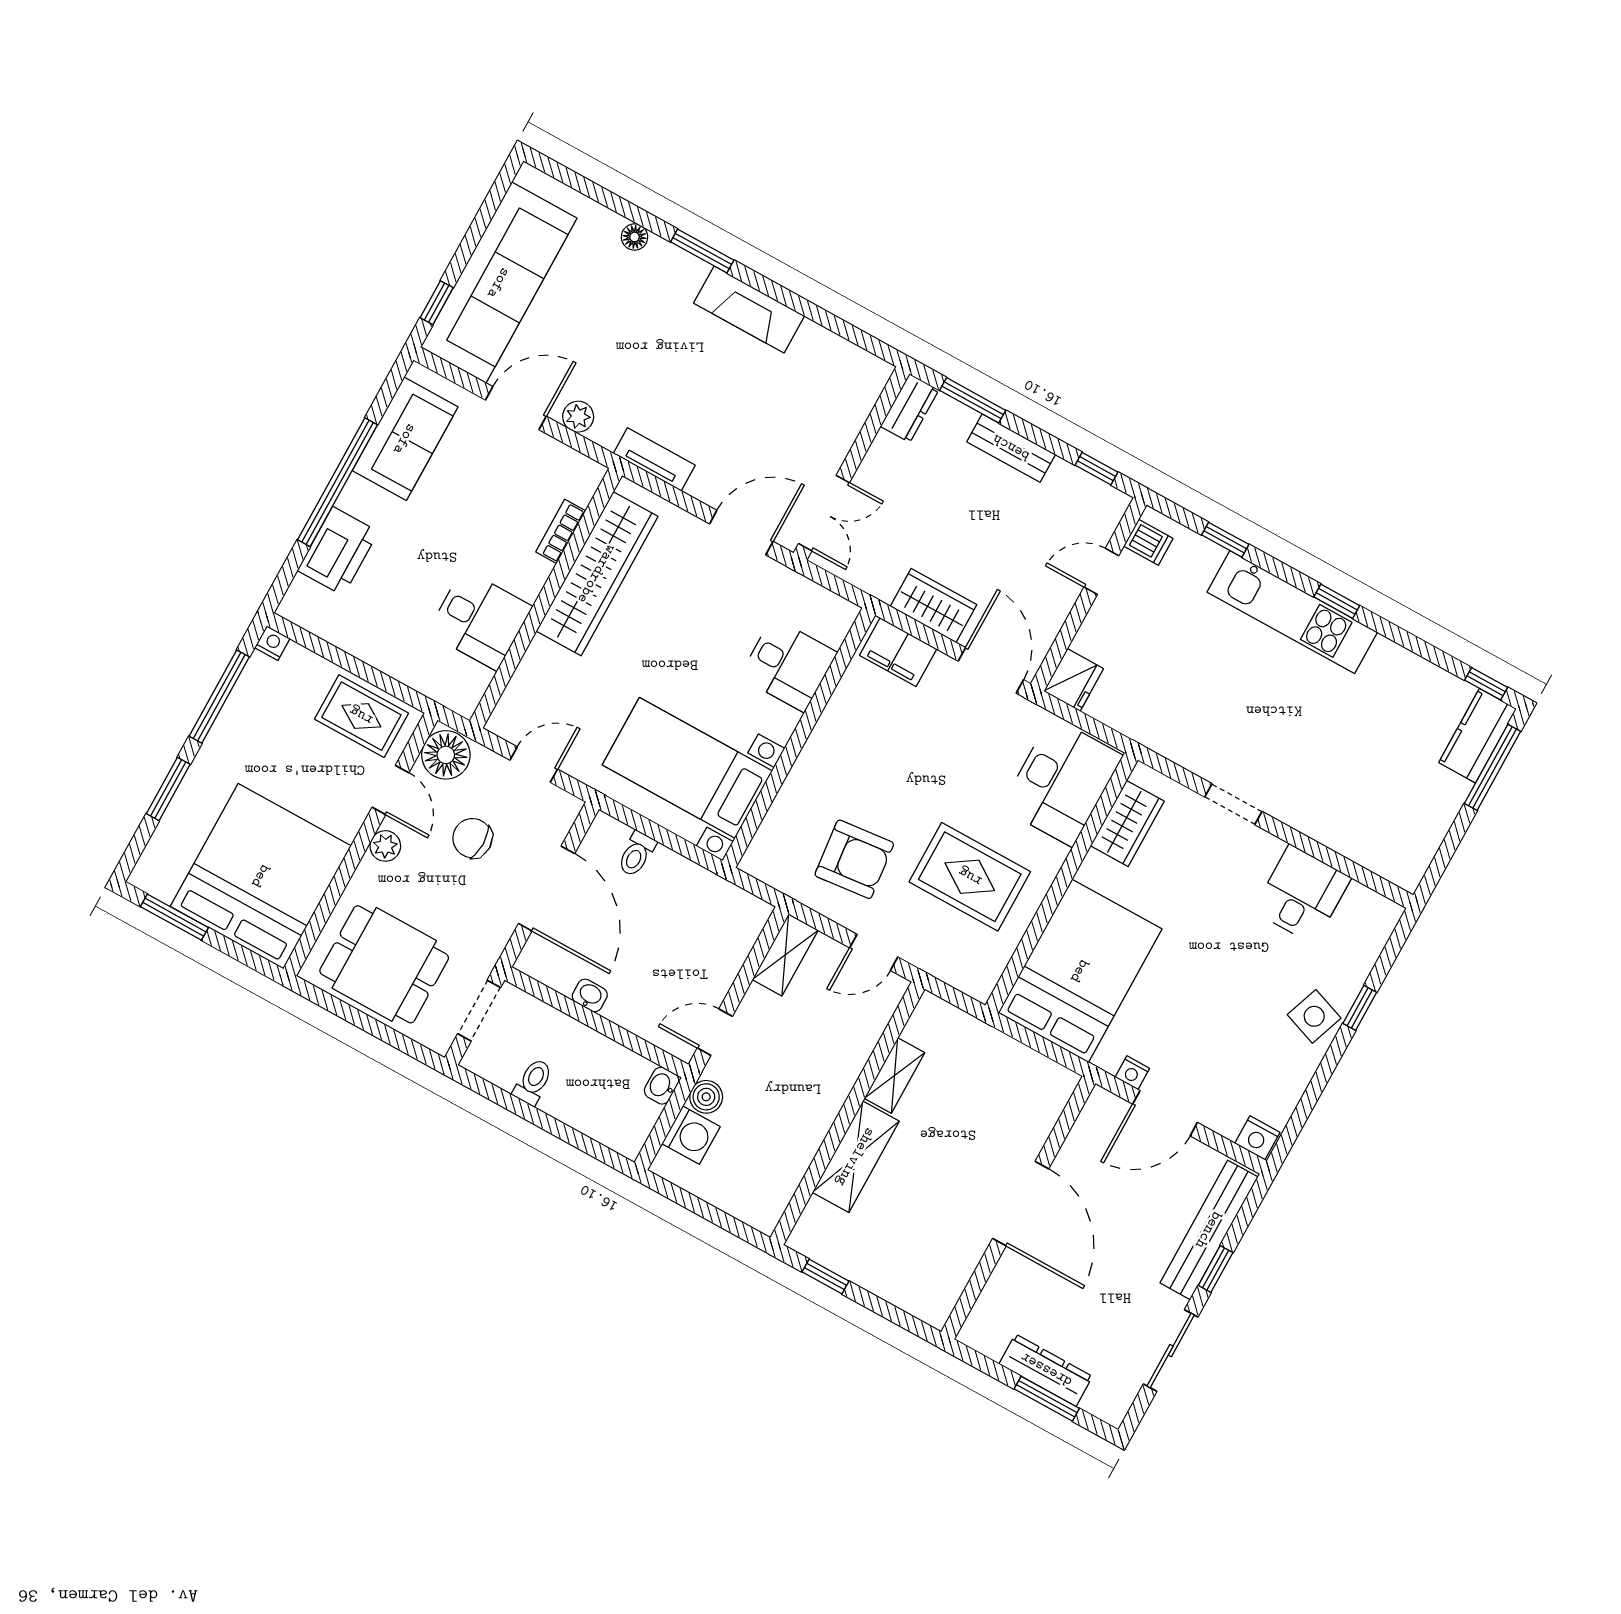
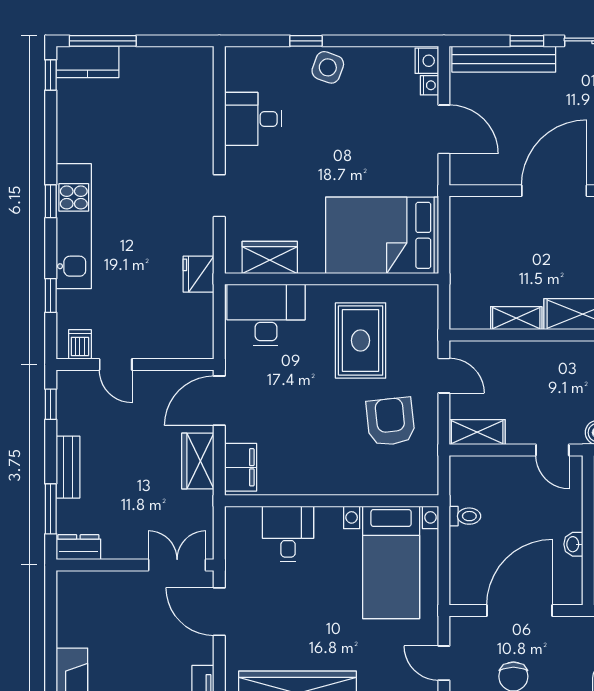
fridge: (1074, 680) -> (198, 274), moved, turned -90
toilet: (637, 854) -> (465, 516), moved
nightstand: (1132, 1073) -> (429, 85), moved

